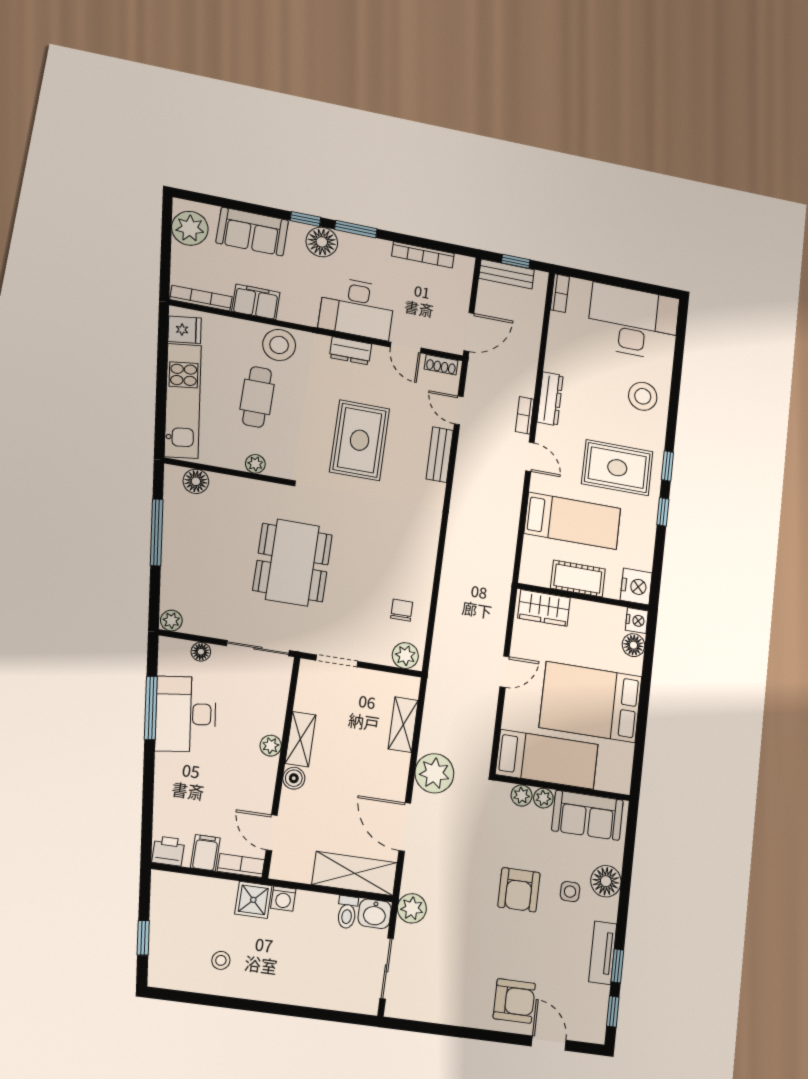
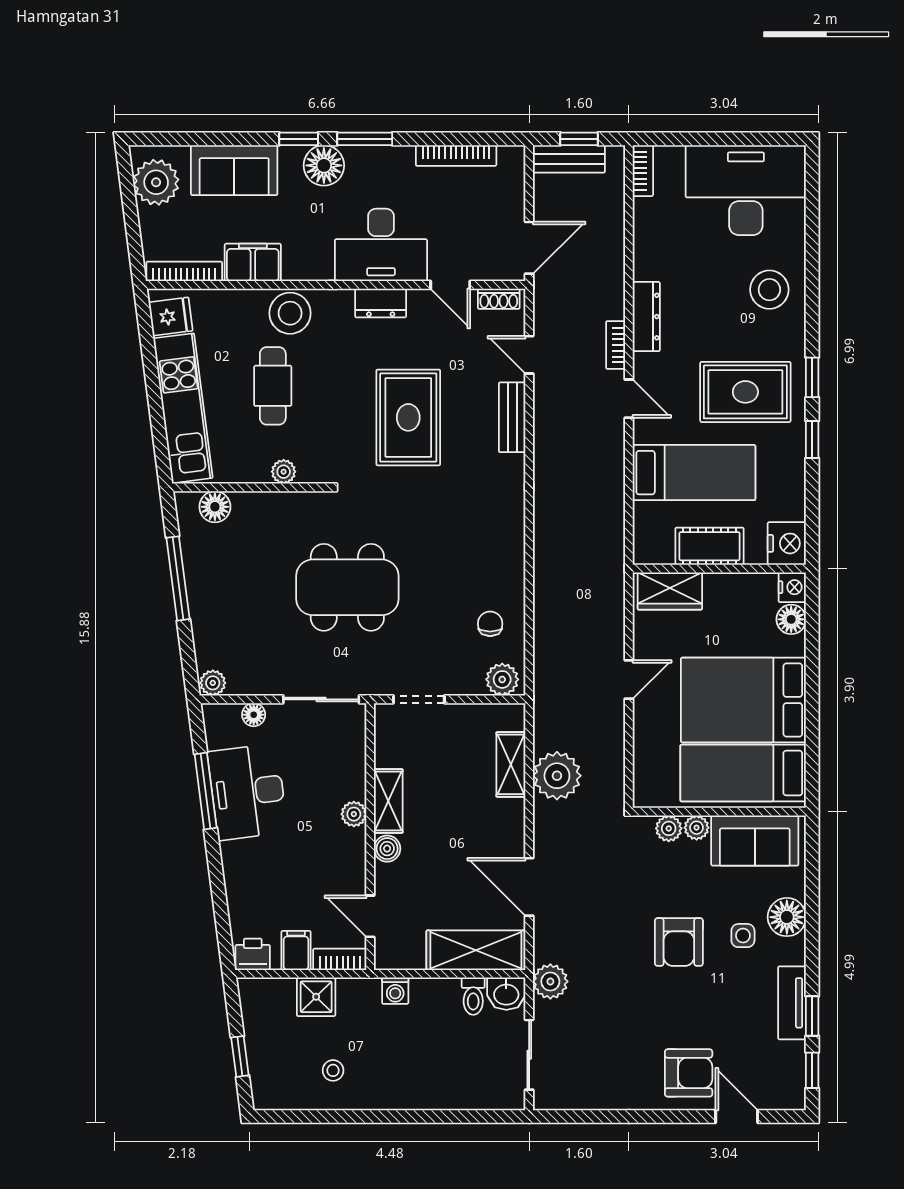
dining table: (293, 563) -> (347, 587), turned 90
bed: (547, 759) -> (743, 773), moved, turned 180
plant: (434, 773) -> (557, 776), moved
shower: (253, 900) -> (316, 997), moved

